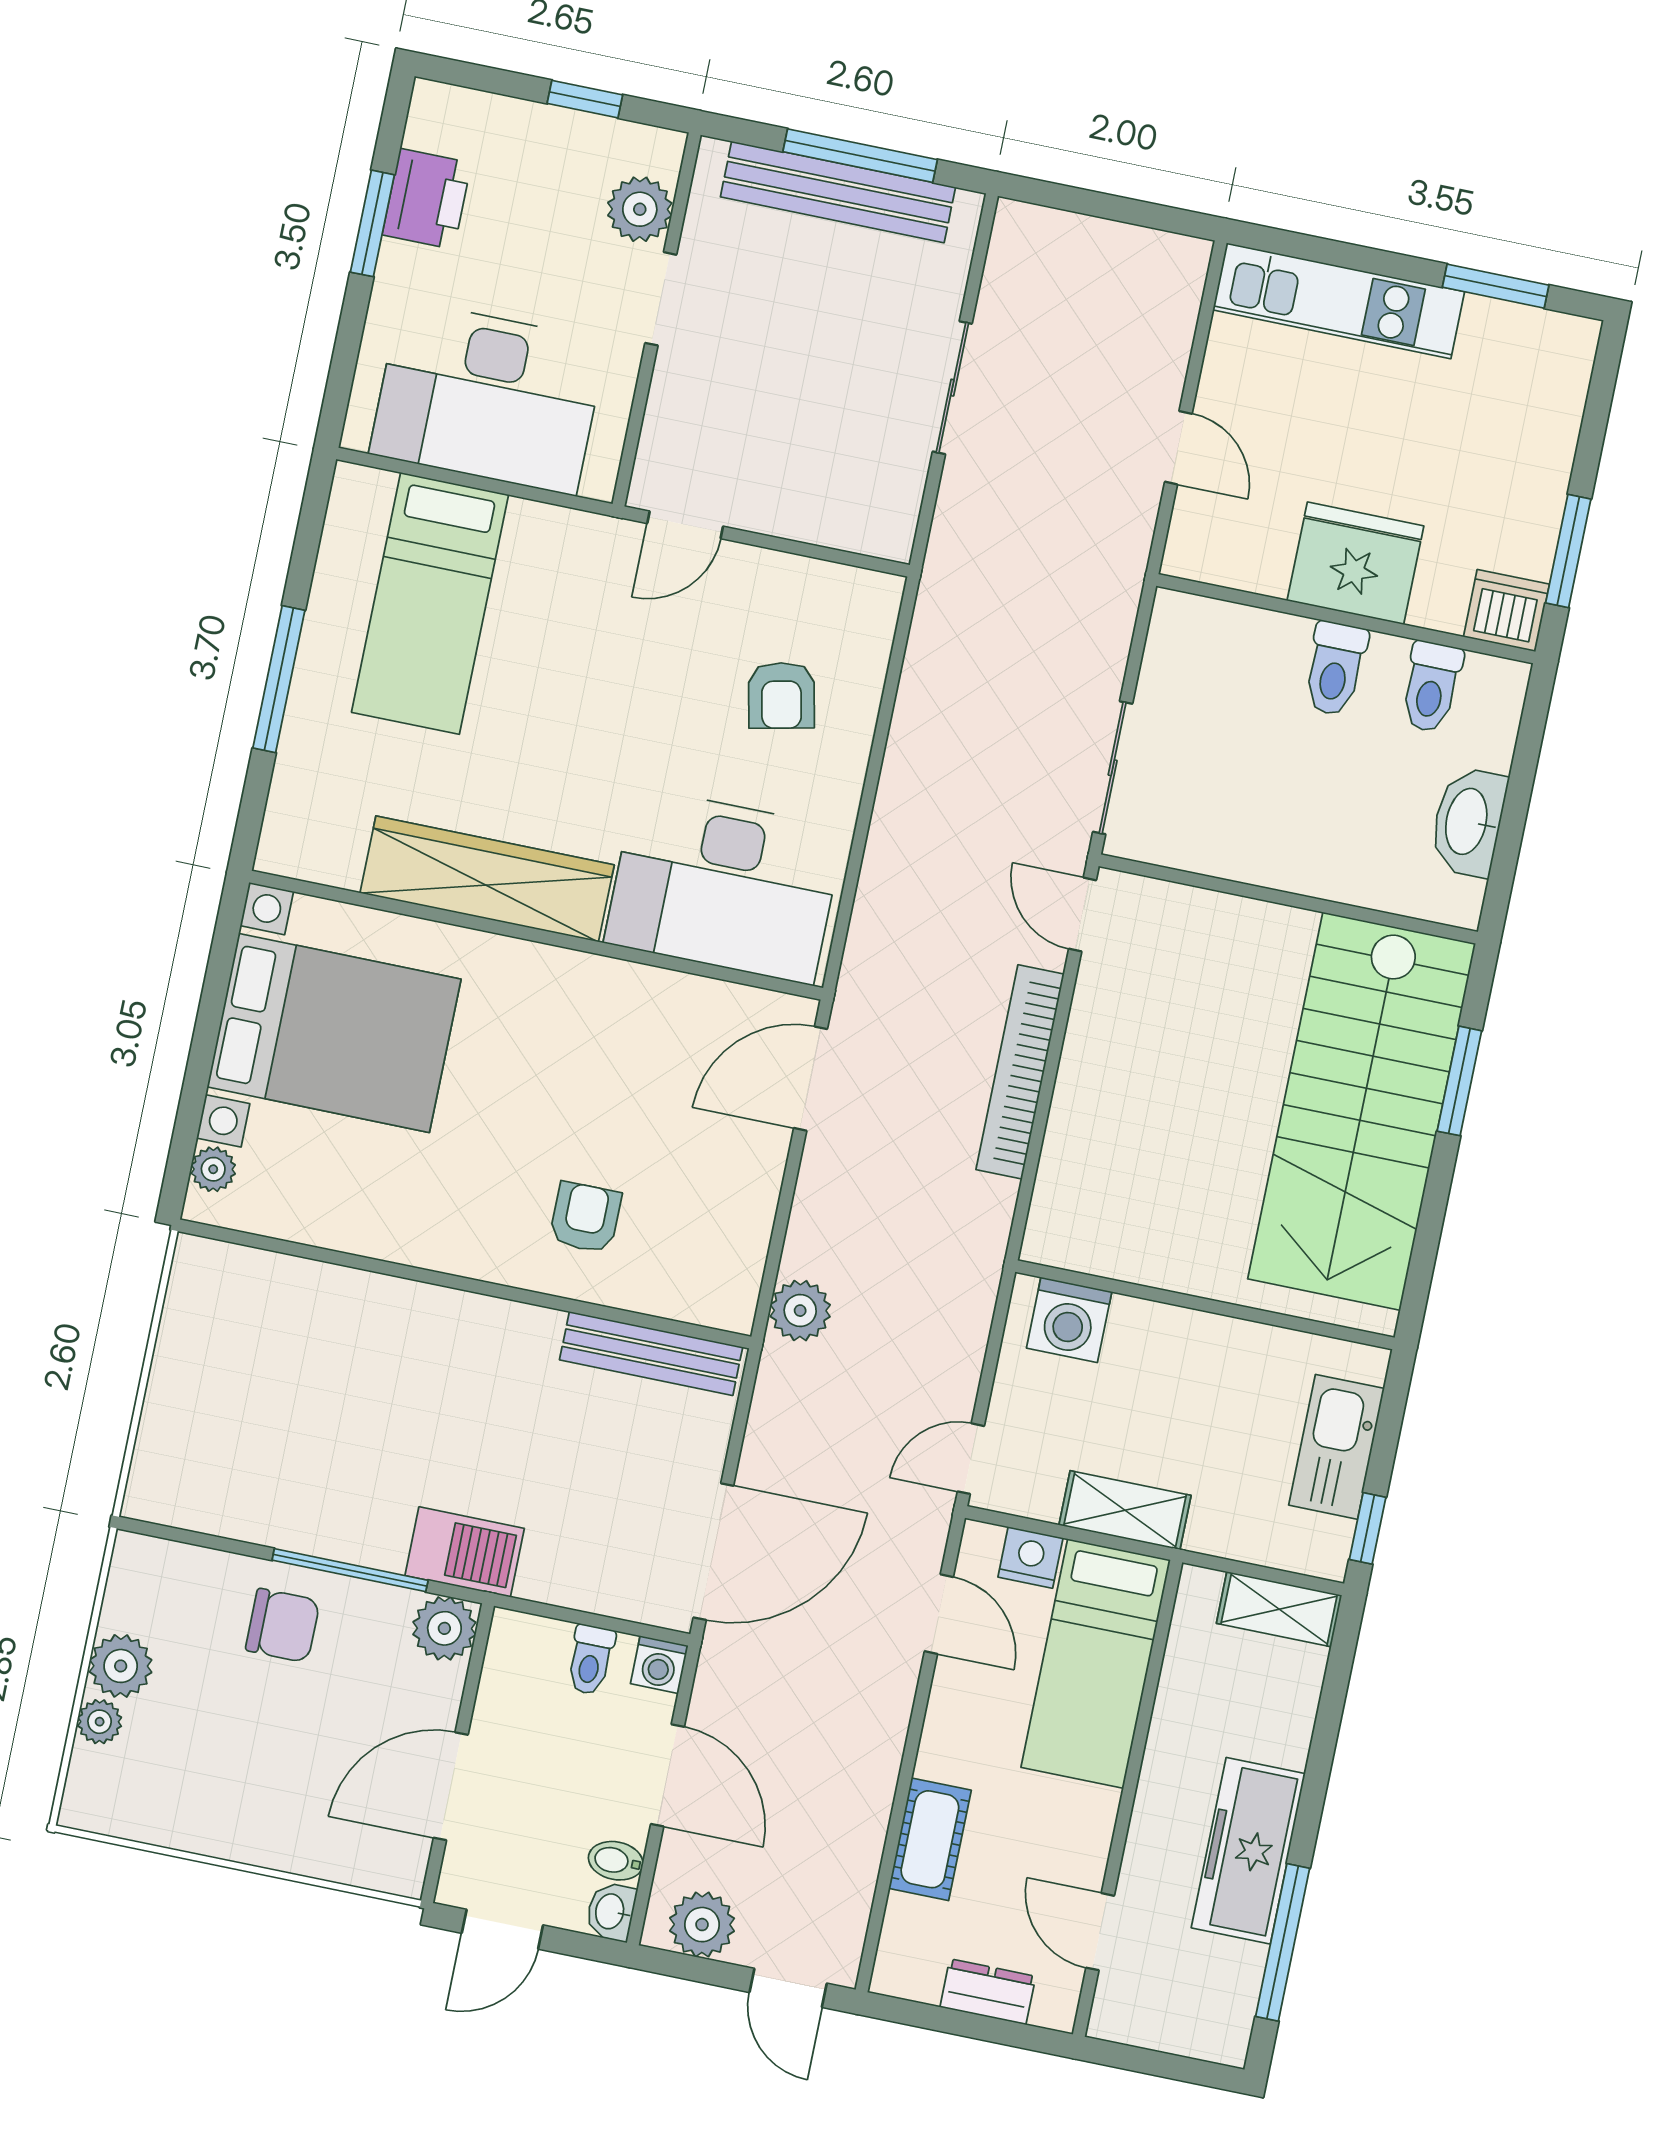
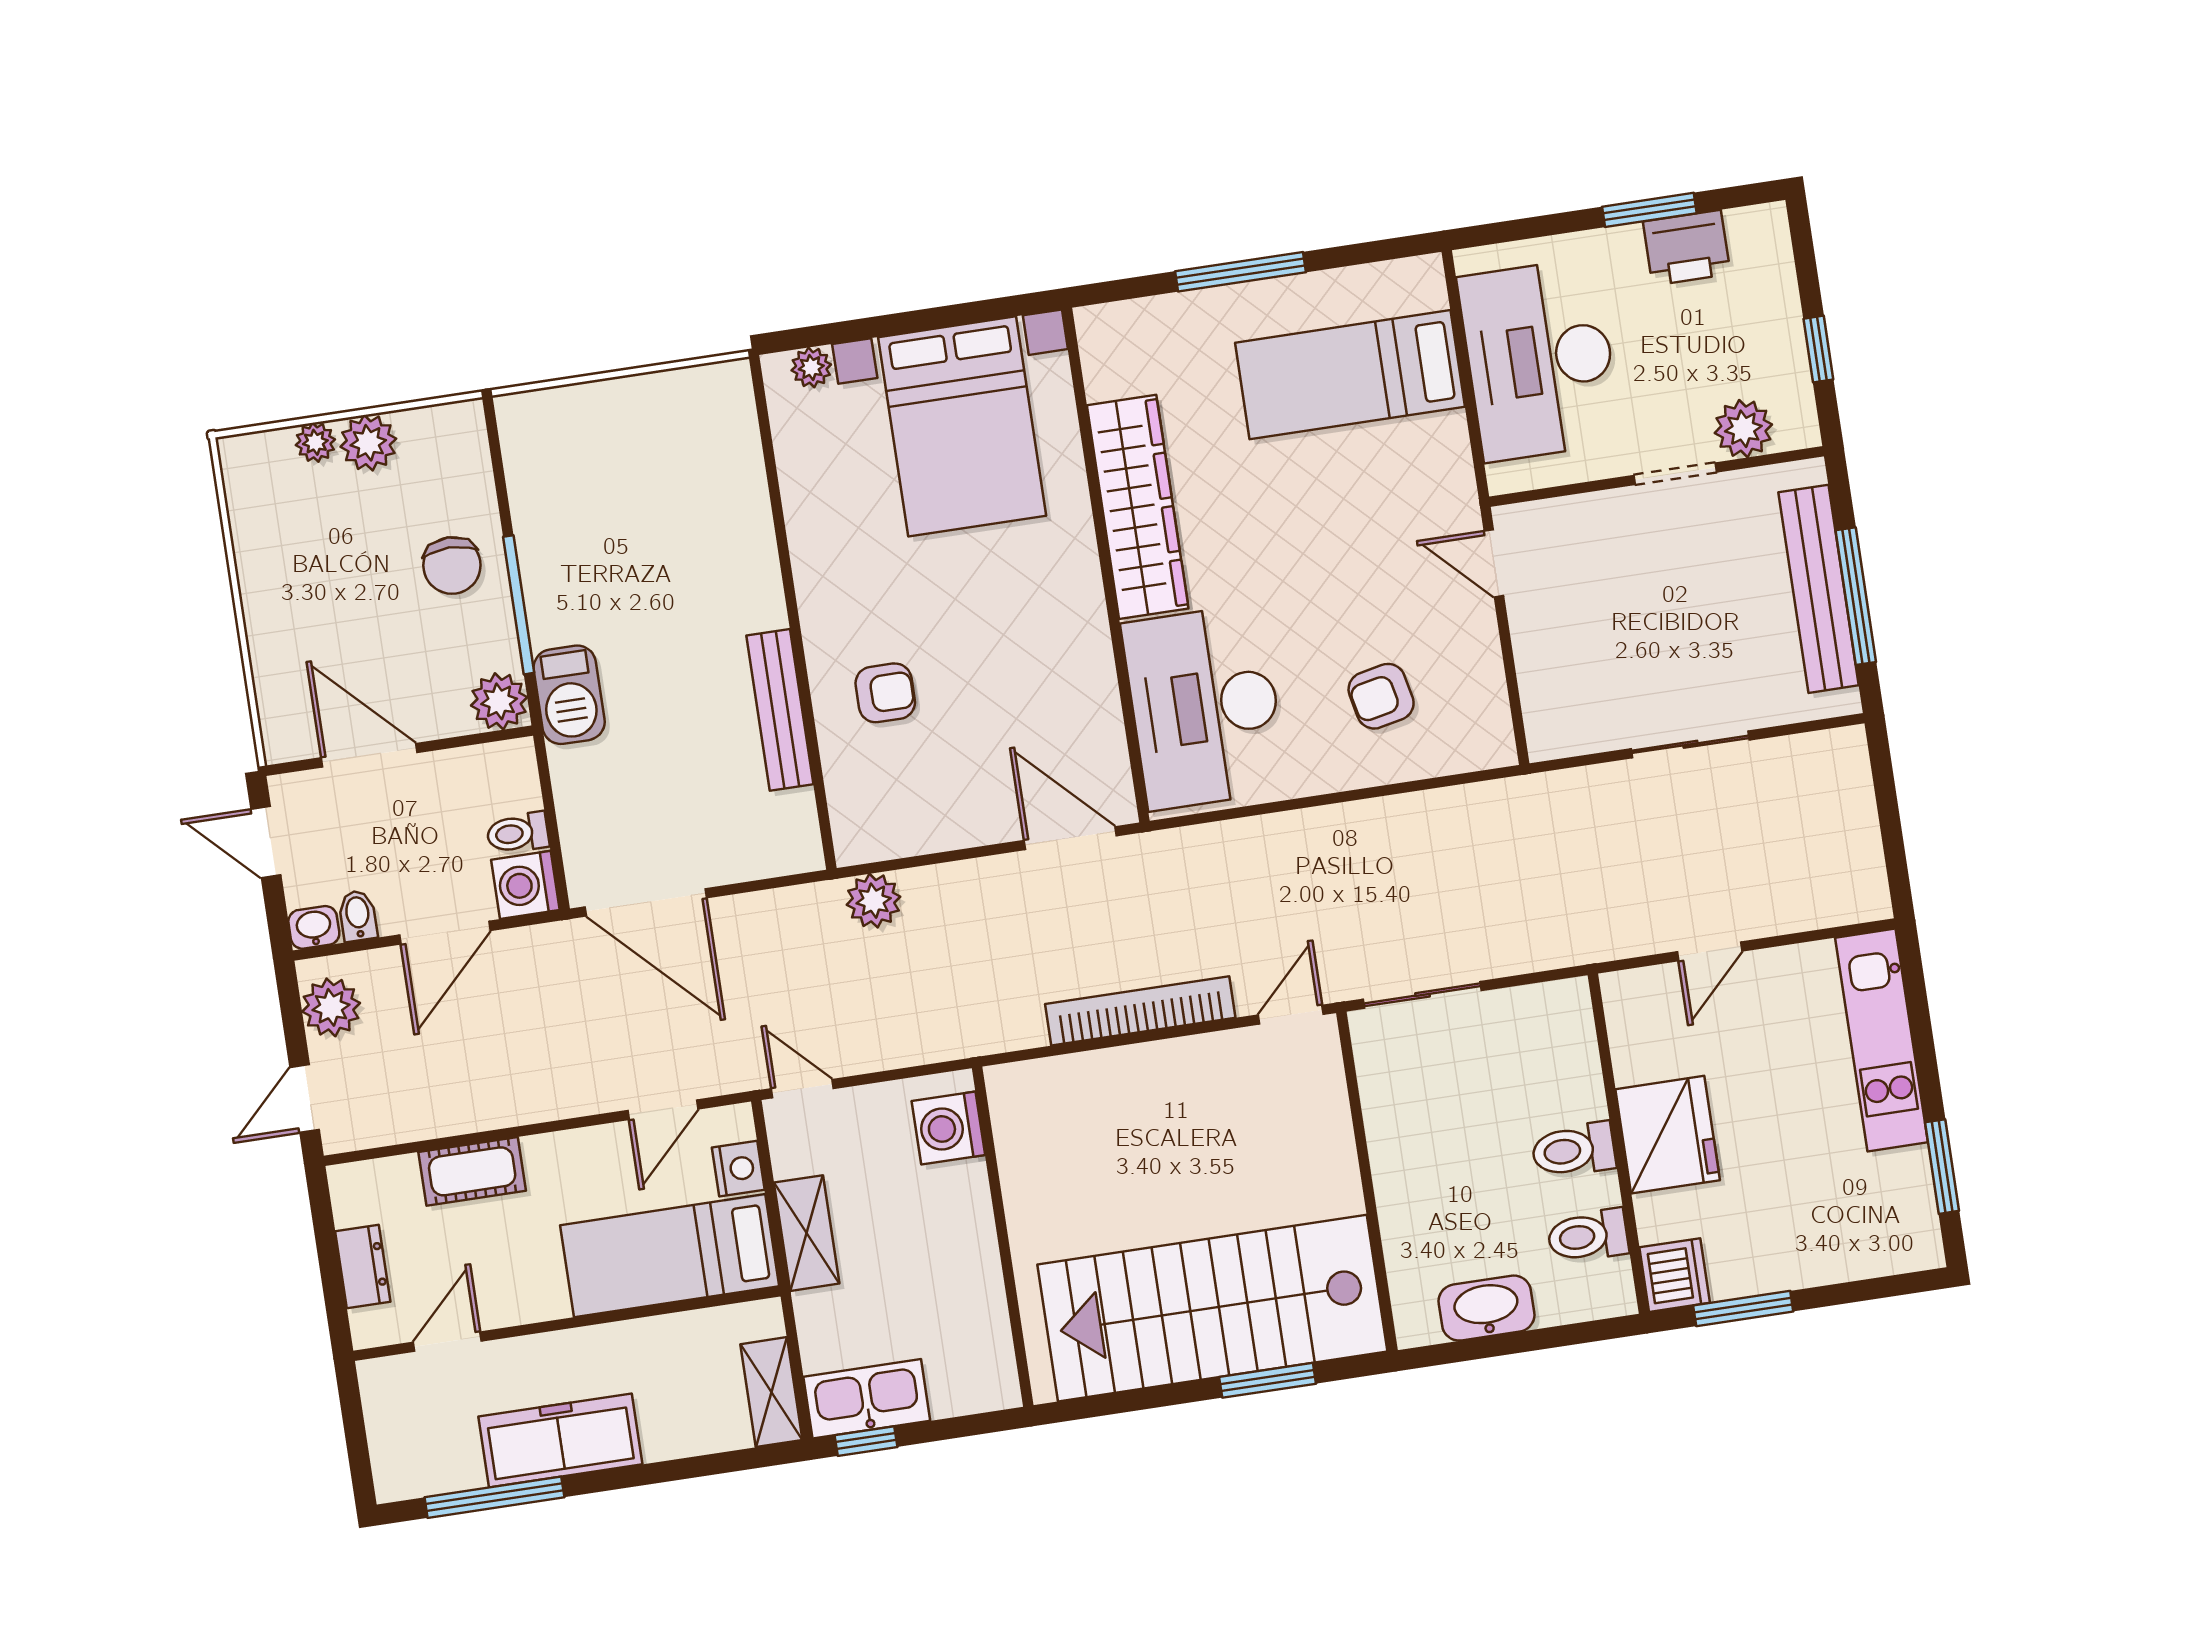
bench: (651, 1353) -> (780, 710), moved
kitchen sink: (1336, 1447) -> (867, 1399), moved
washing machine: (659, 1665) -> (525, 885), width x1.38, depth x1.38

